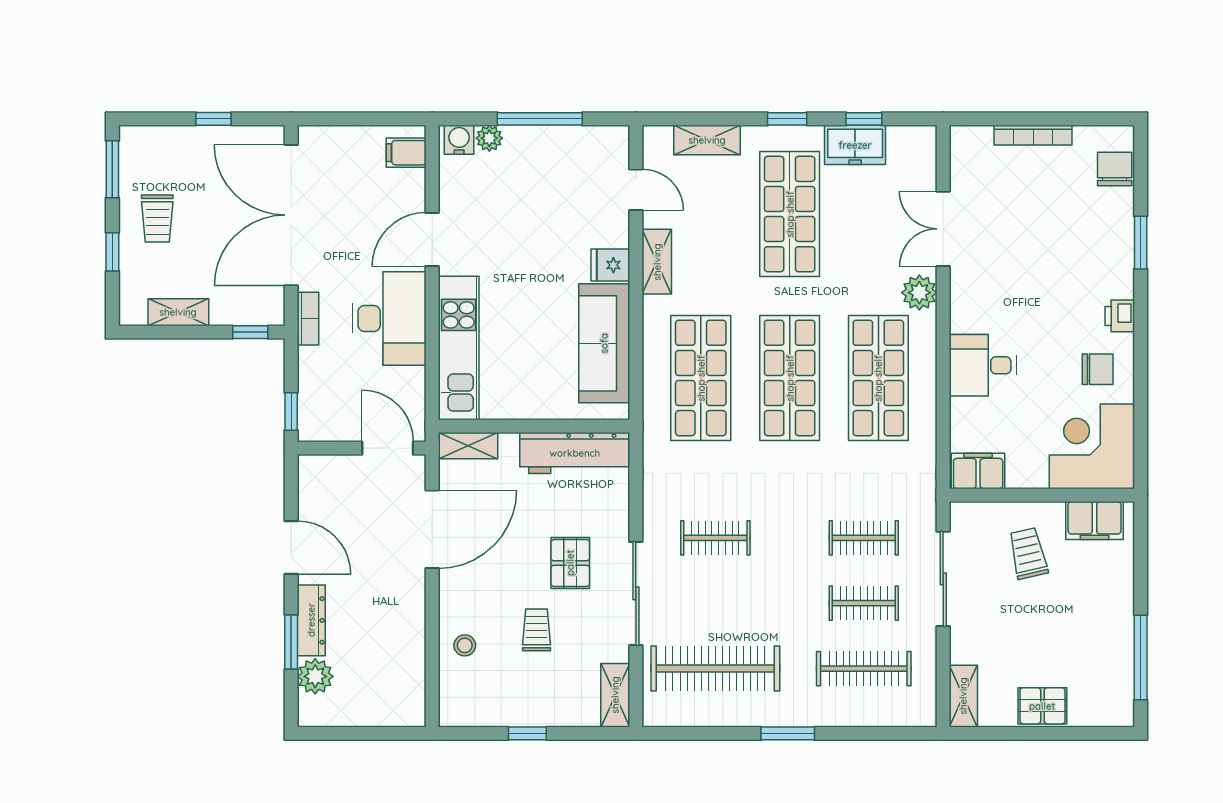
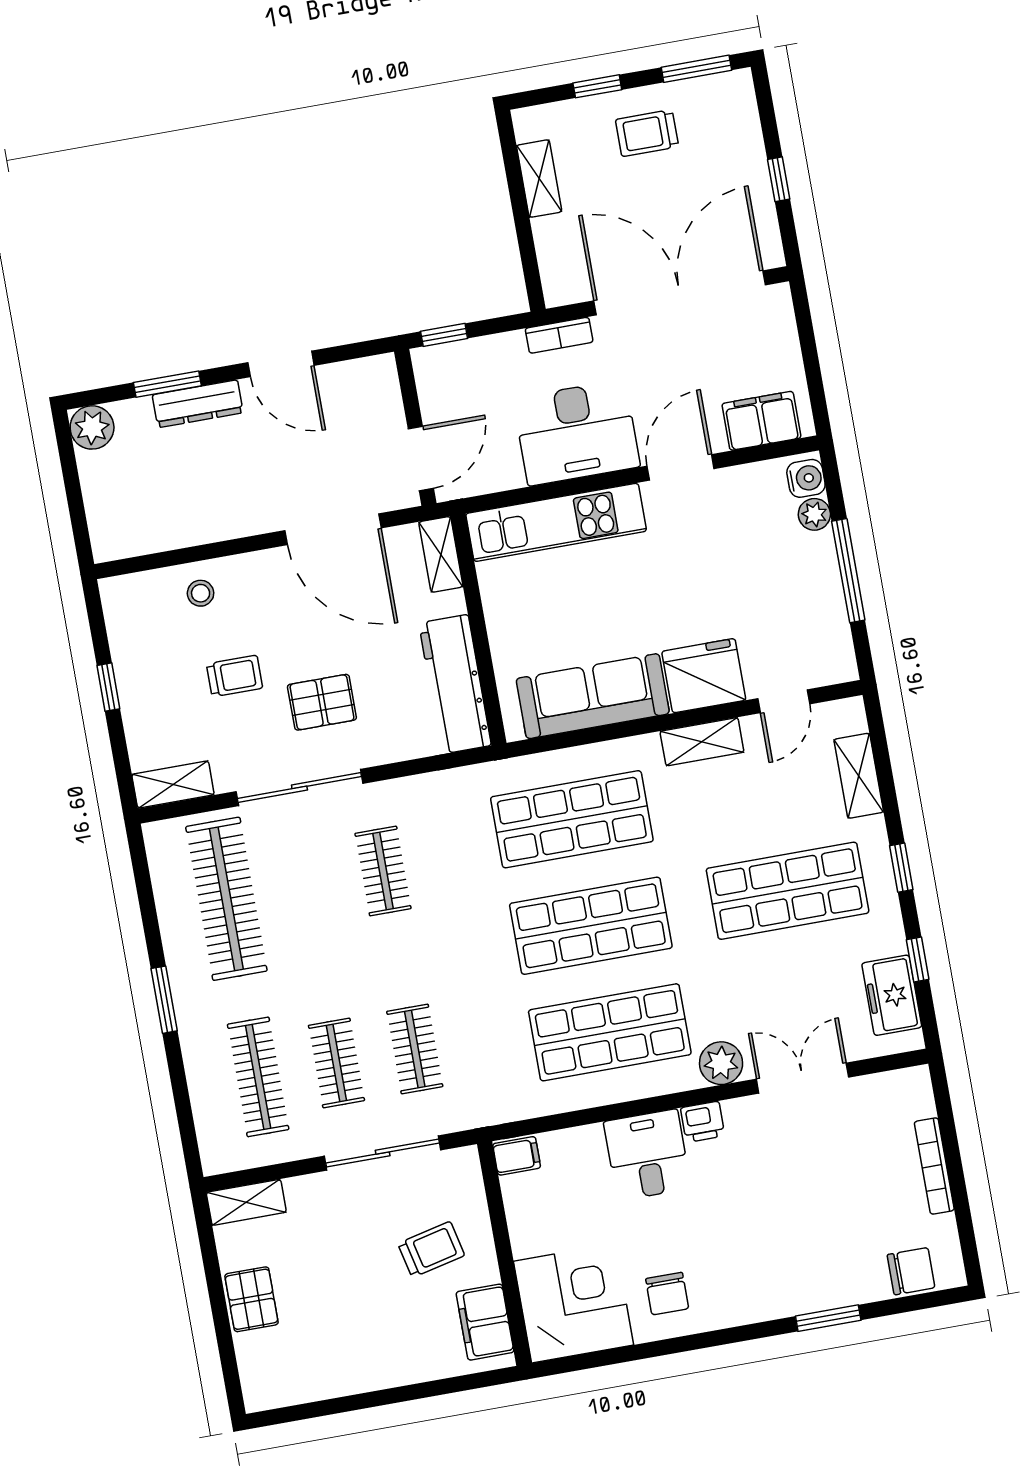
freezer: (855, 145) -> (892, 995), moved
filing cabinet: (406, 153) -> (761, 421), width x2.00
door: (432, 239) -> (681, 467), hinge flipped
fridge: (610, 265) -> (704, 676), width x1.88, depth x1.34
printer: (1120, 316) -> (703, 1122), moved, turned 180
window: (250, 332) -> (531, 269), removed
filing cabinet: (978, 471) -> (517, 1156), width x0.50
door: (291, 547) -> (281, 364), hinge flipped
window: (1141, 658) -> (330, 1407), removed
plant: (315, 676) -> (92, 427), moved

